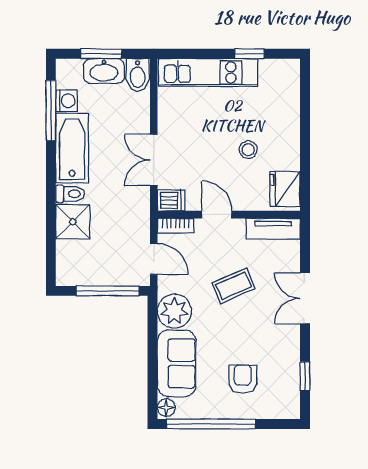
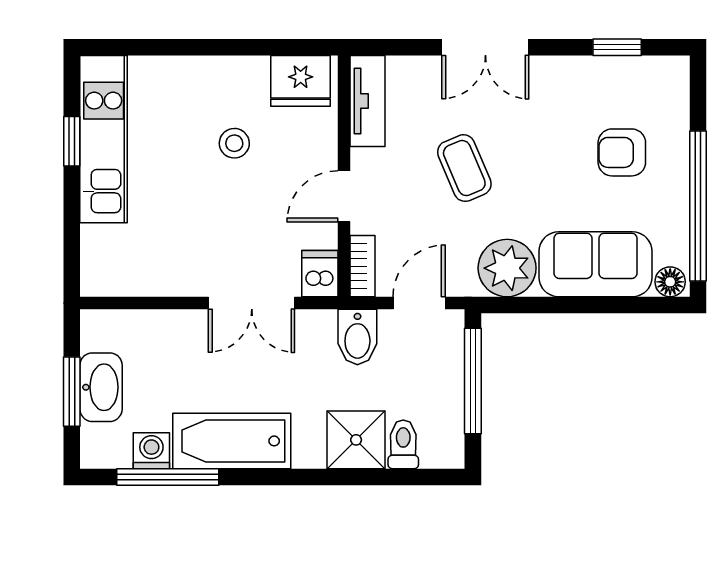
kitchen unit: (208, 72) -> (104, 139), moved
bidet: (138, 75) -> (357, 337), moved, turned 90
toilet: (70, 194) -> (403, 444), moved

